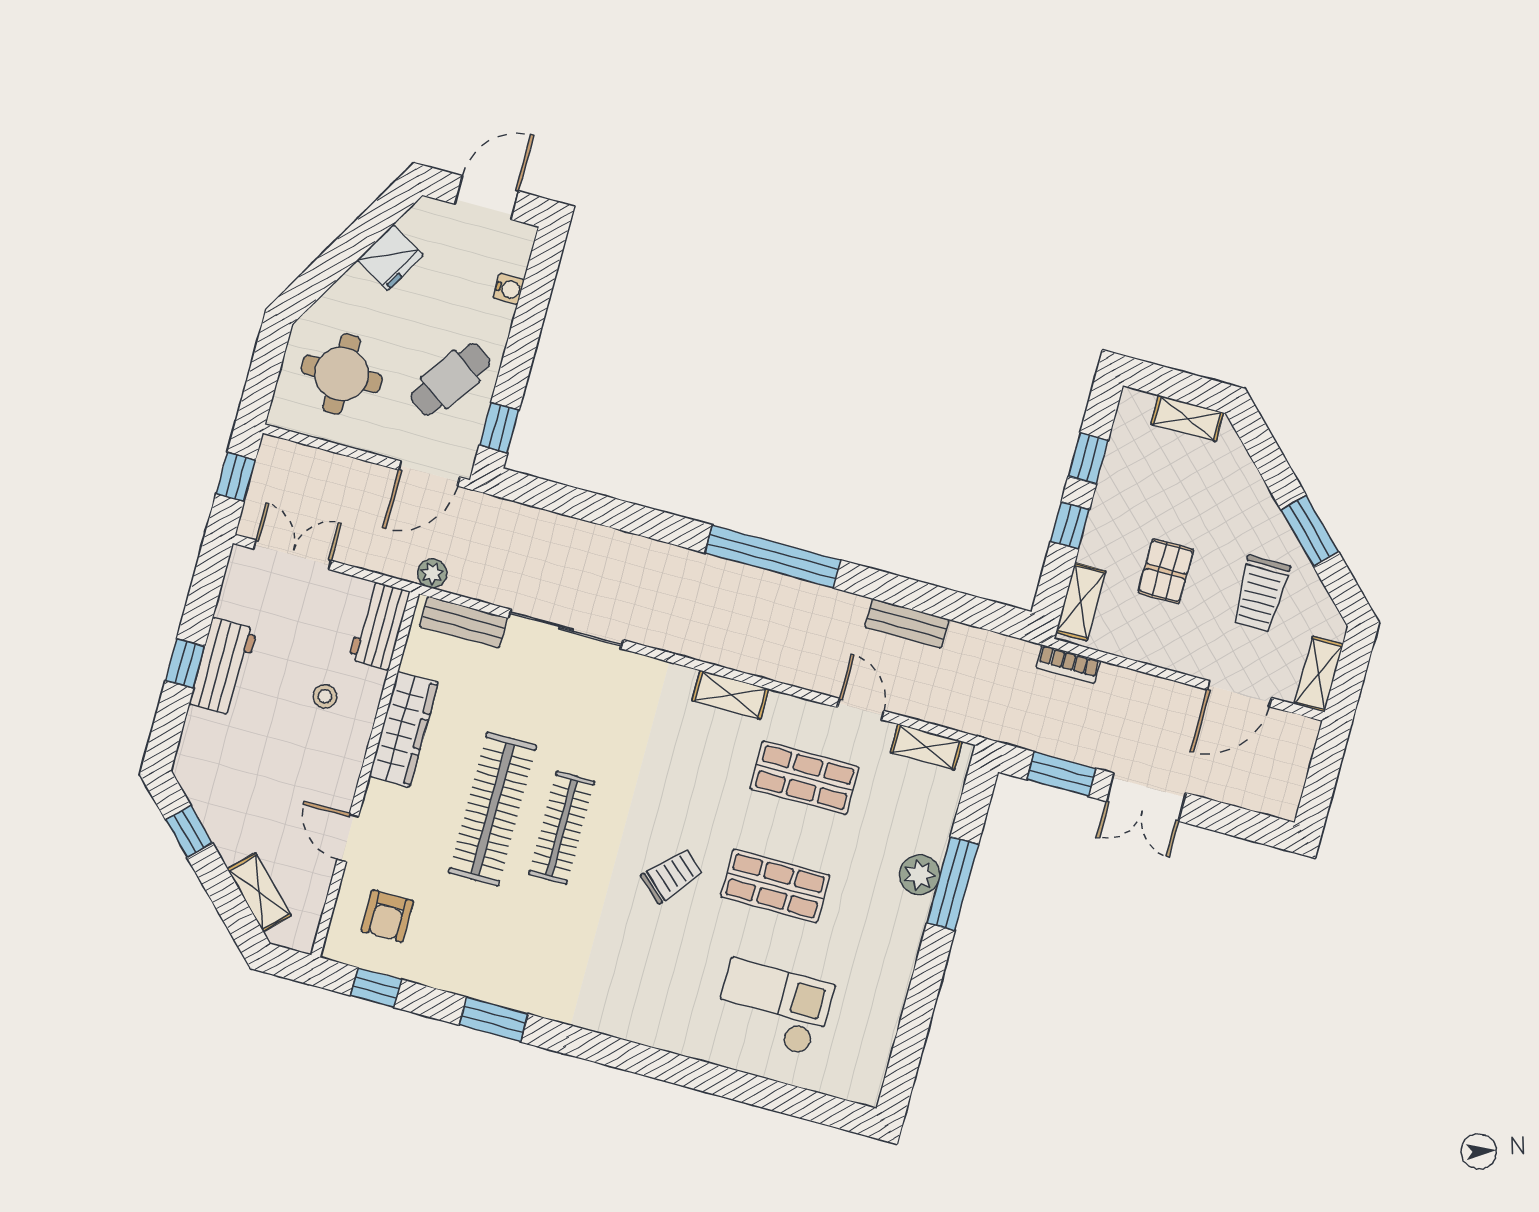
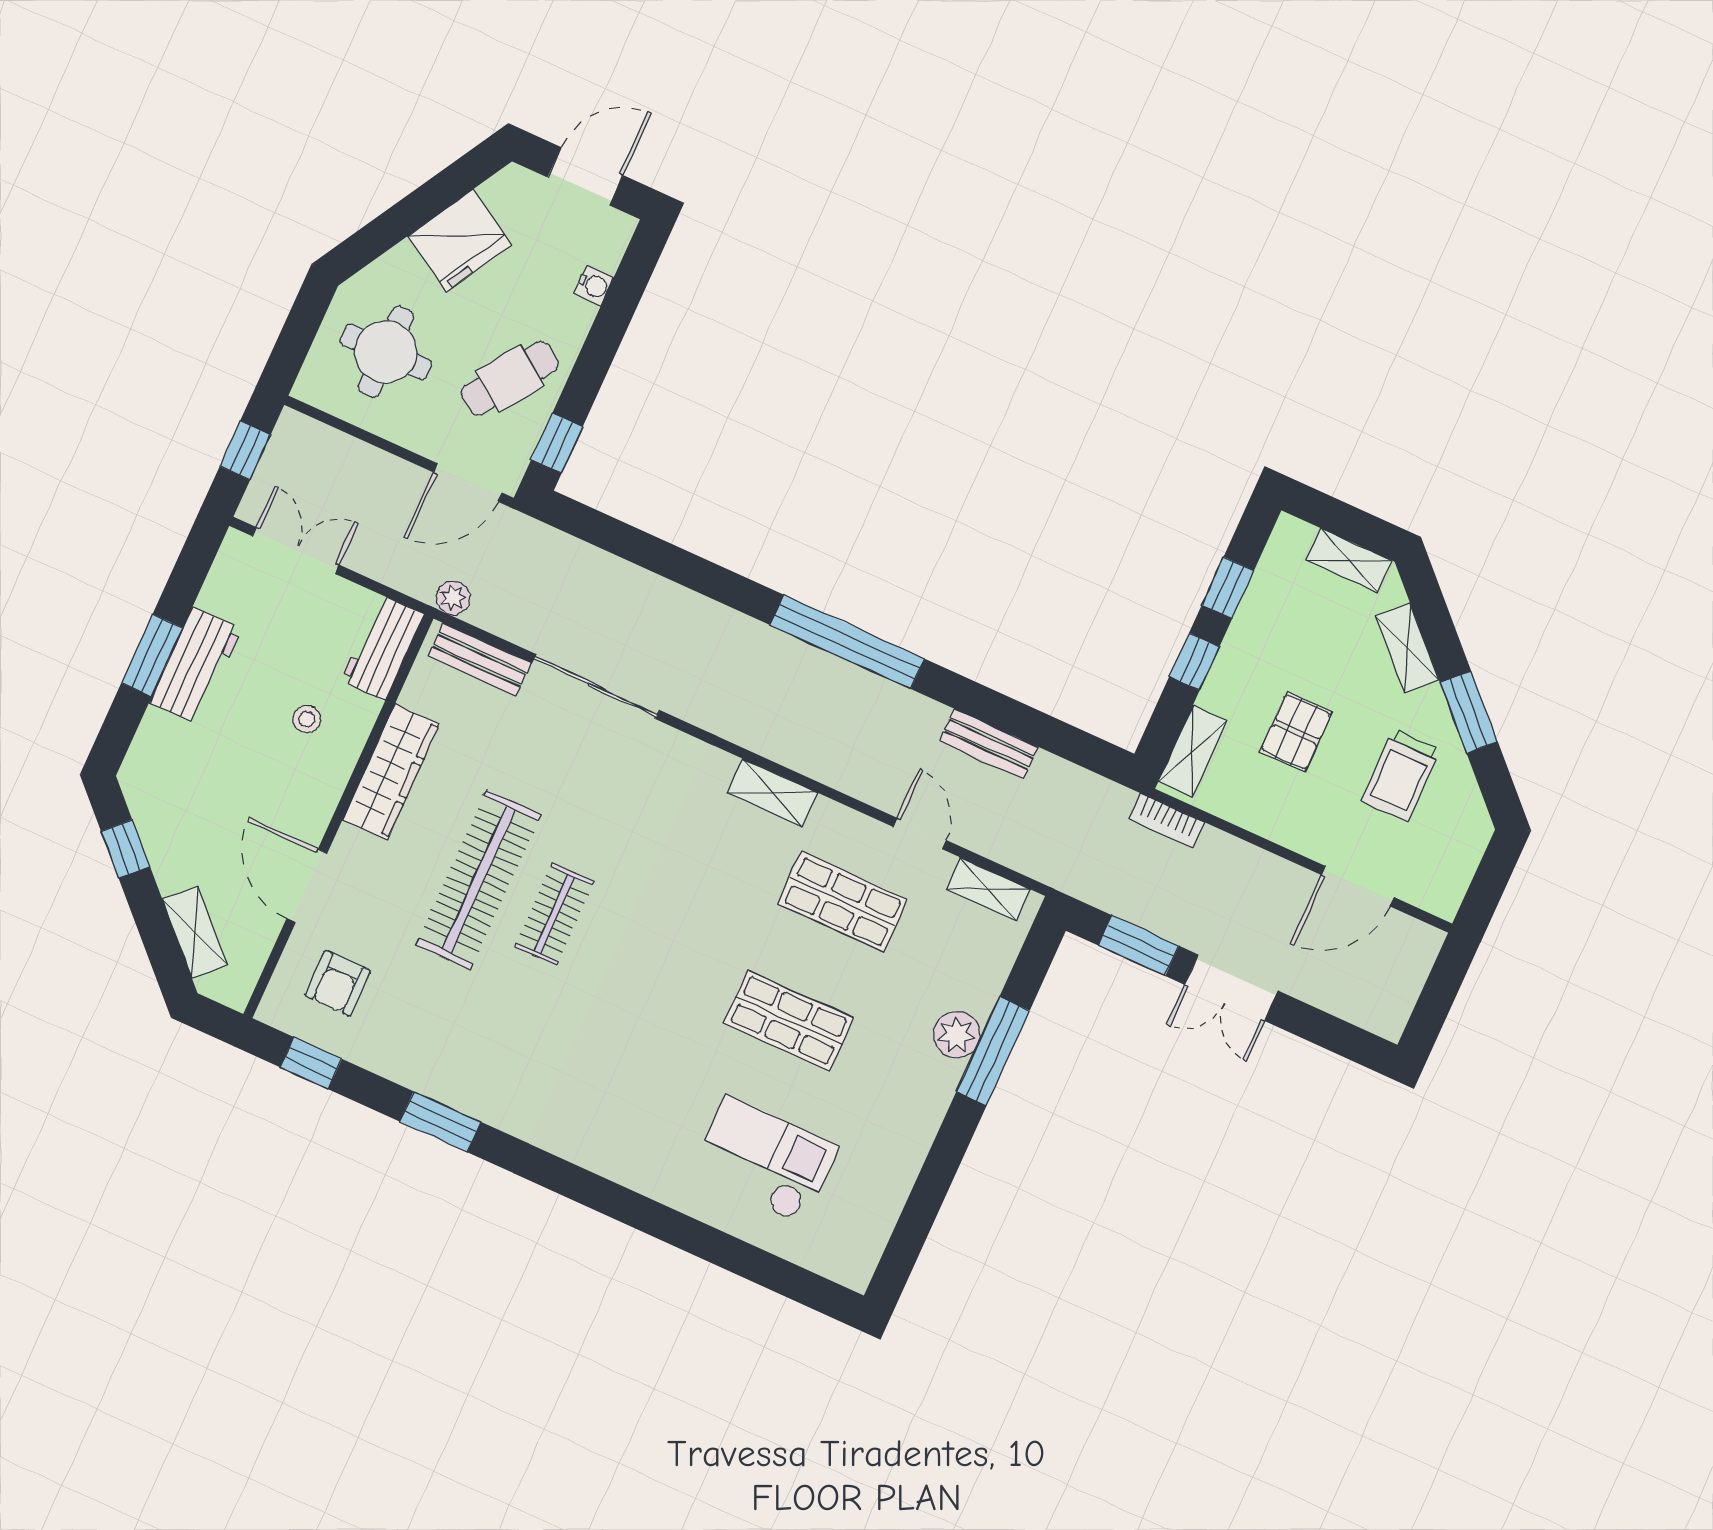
fridge: (390, 258) -> (460, 241), width x1.36, depth x1.34
window: (185, 663) -> (152, 655), width x1.50
shelving: (1319, 674) -> (1407, 648), moved, turned -45
clothes rail: (562, 828) -> (554, 914), width x0.73
door: (348, 838) -> (307, 886), width x1.38
trolley: (672, 876) -> (672, 990), removed

